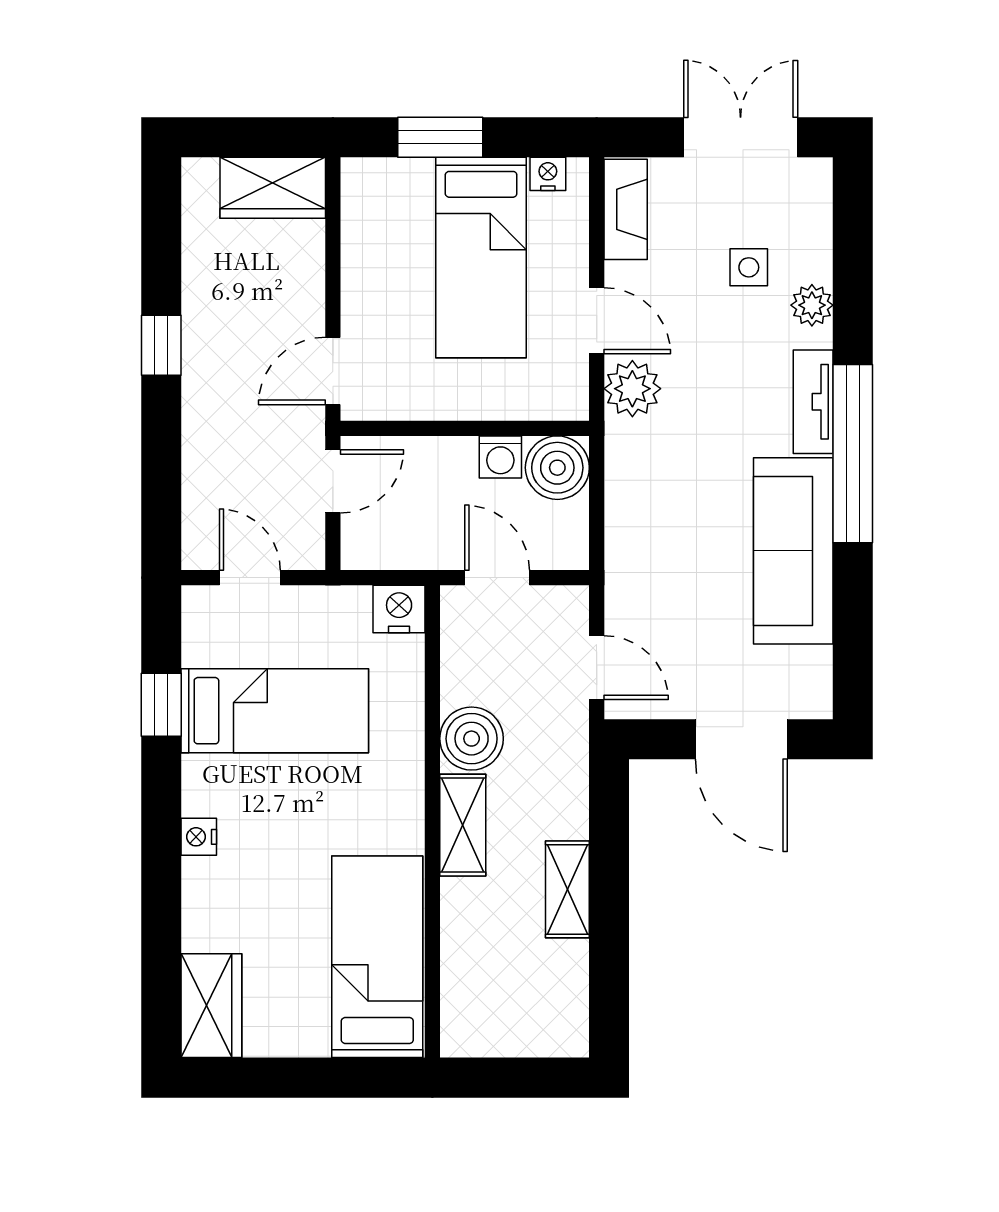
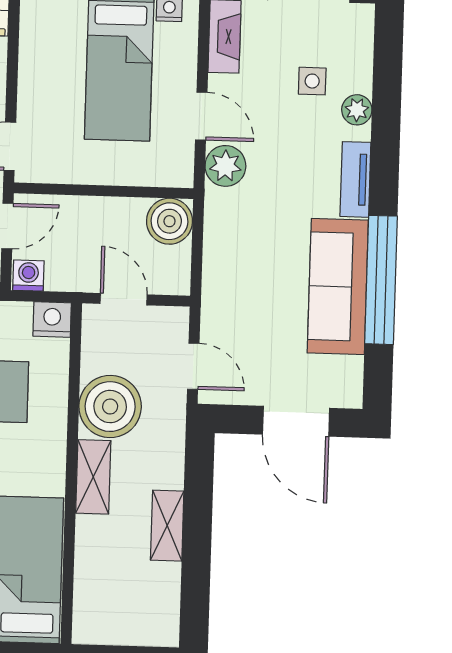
window: (853, 454) -> (381, 280), moved
washing machine: (500, 457) -> (28, 276), moved, turned 180
boiler: (472, 739) -> (110, 407), width x1.37, depth x1.37

